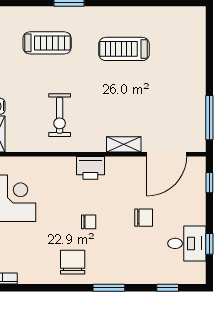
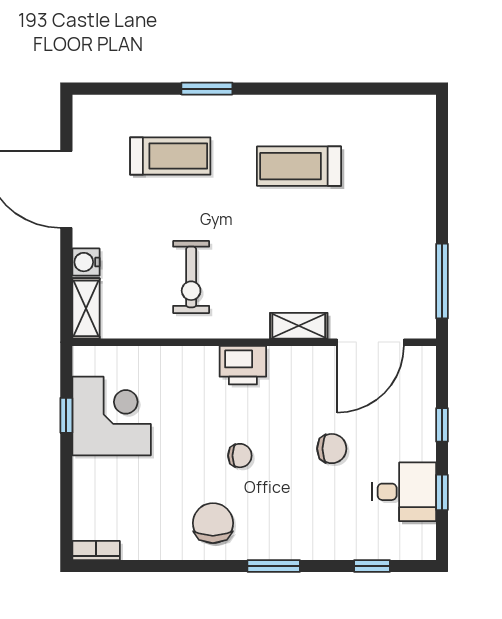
window: (209, 183) -> (442, 425), moved

